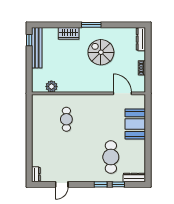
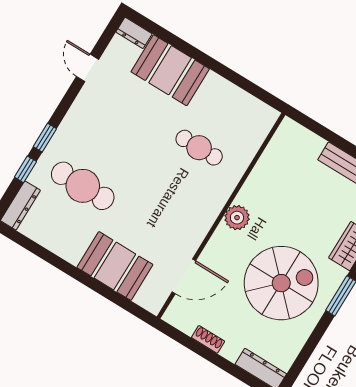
spiral stairs: (101, 52) -> (281, 283), width x1.37, depth x1.37
plant: (51, 86) -> (237, 218), moved
booth: (42, 150) -> (170, 70), added

